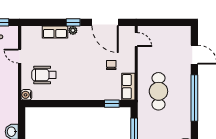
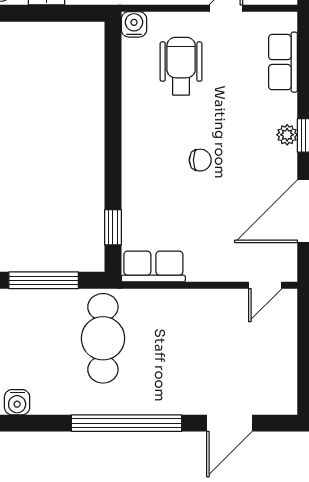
row of seats: (55, 32) -> (283, 62), moved
chair: (111, 65) -> (200, 160), moved
cafe table: (158, 91) -> (103, 338), moved, turned 90

